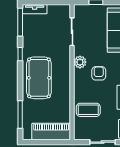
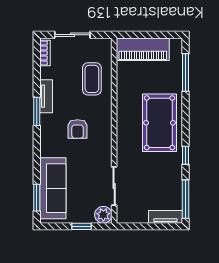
plant: (80, 62) -> (103, 215), moved
coffee table: (88, 110) -> (92, 79), turned 90

